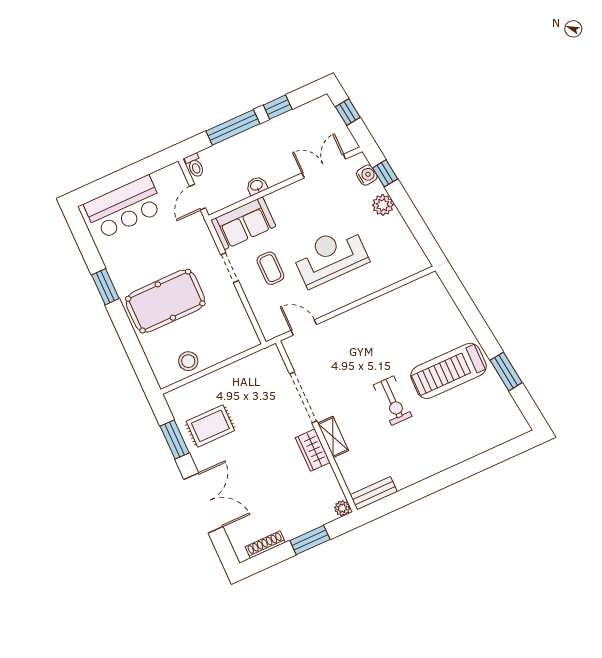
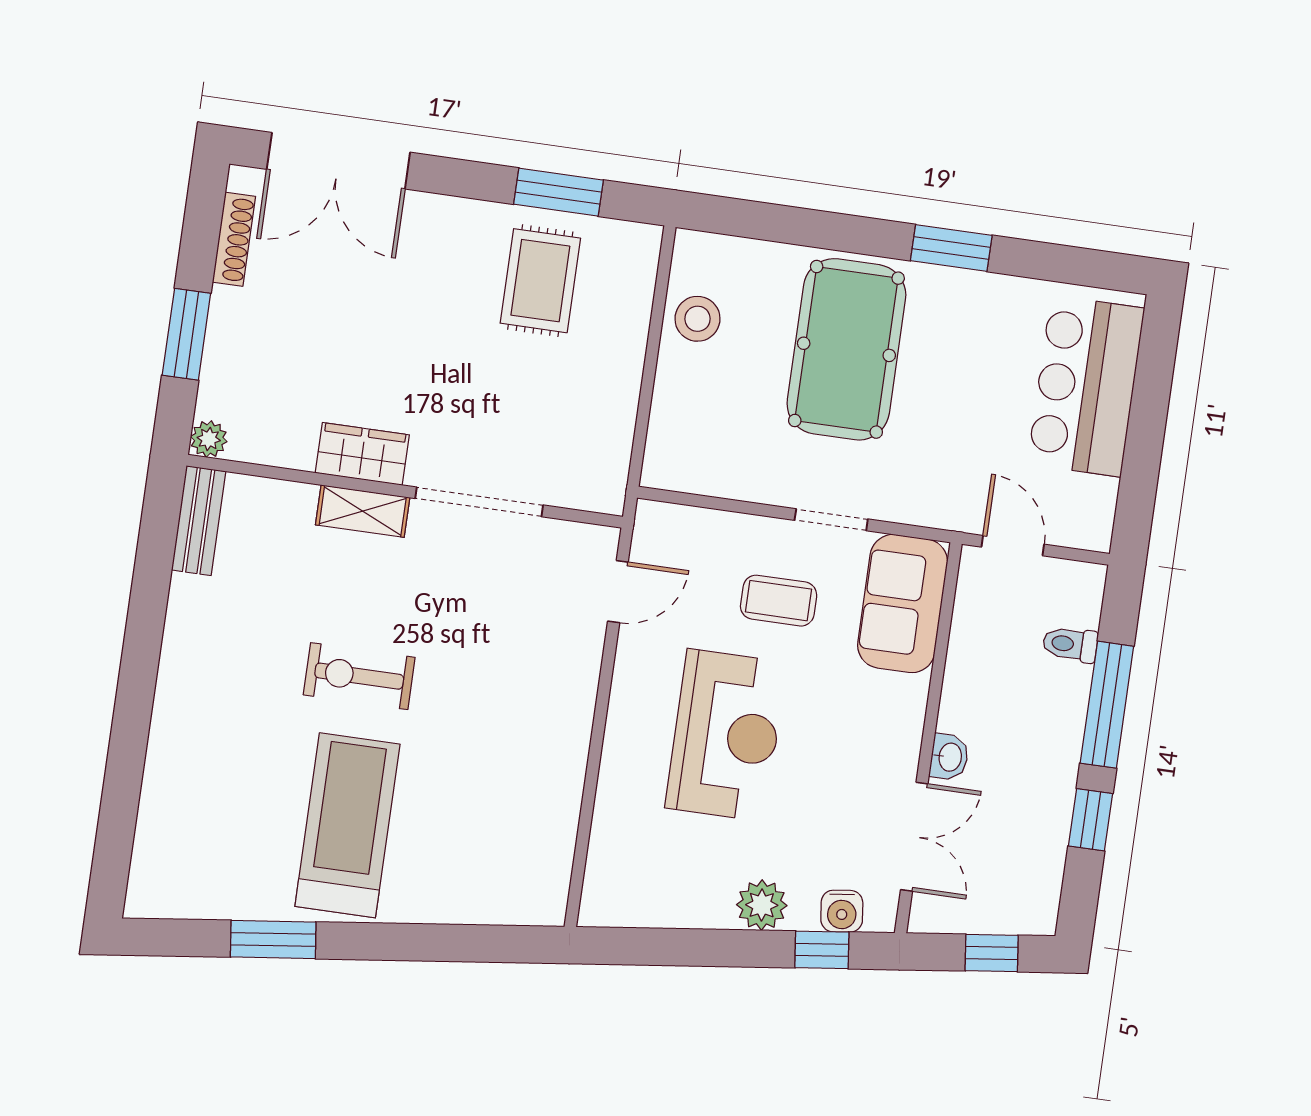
toilet: (195, 166) -> (1070, 644), moved
washbasin: (257, 186) -> (949, 757), moved
double door: (203, 503) -> (338, 161), moved

